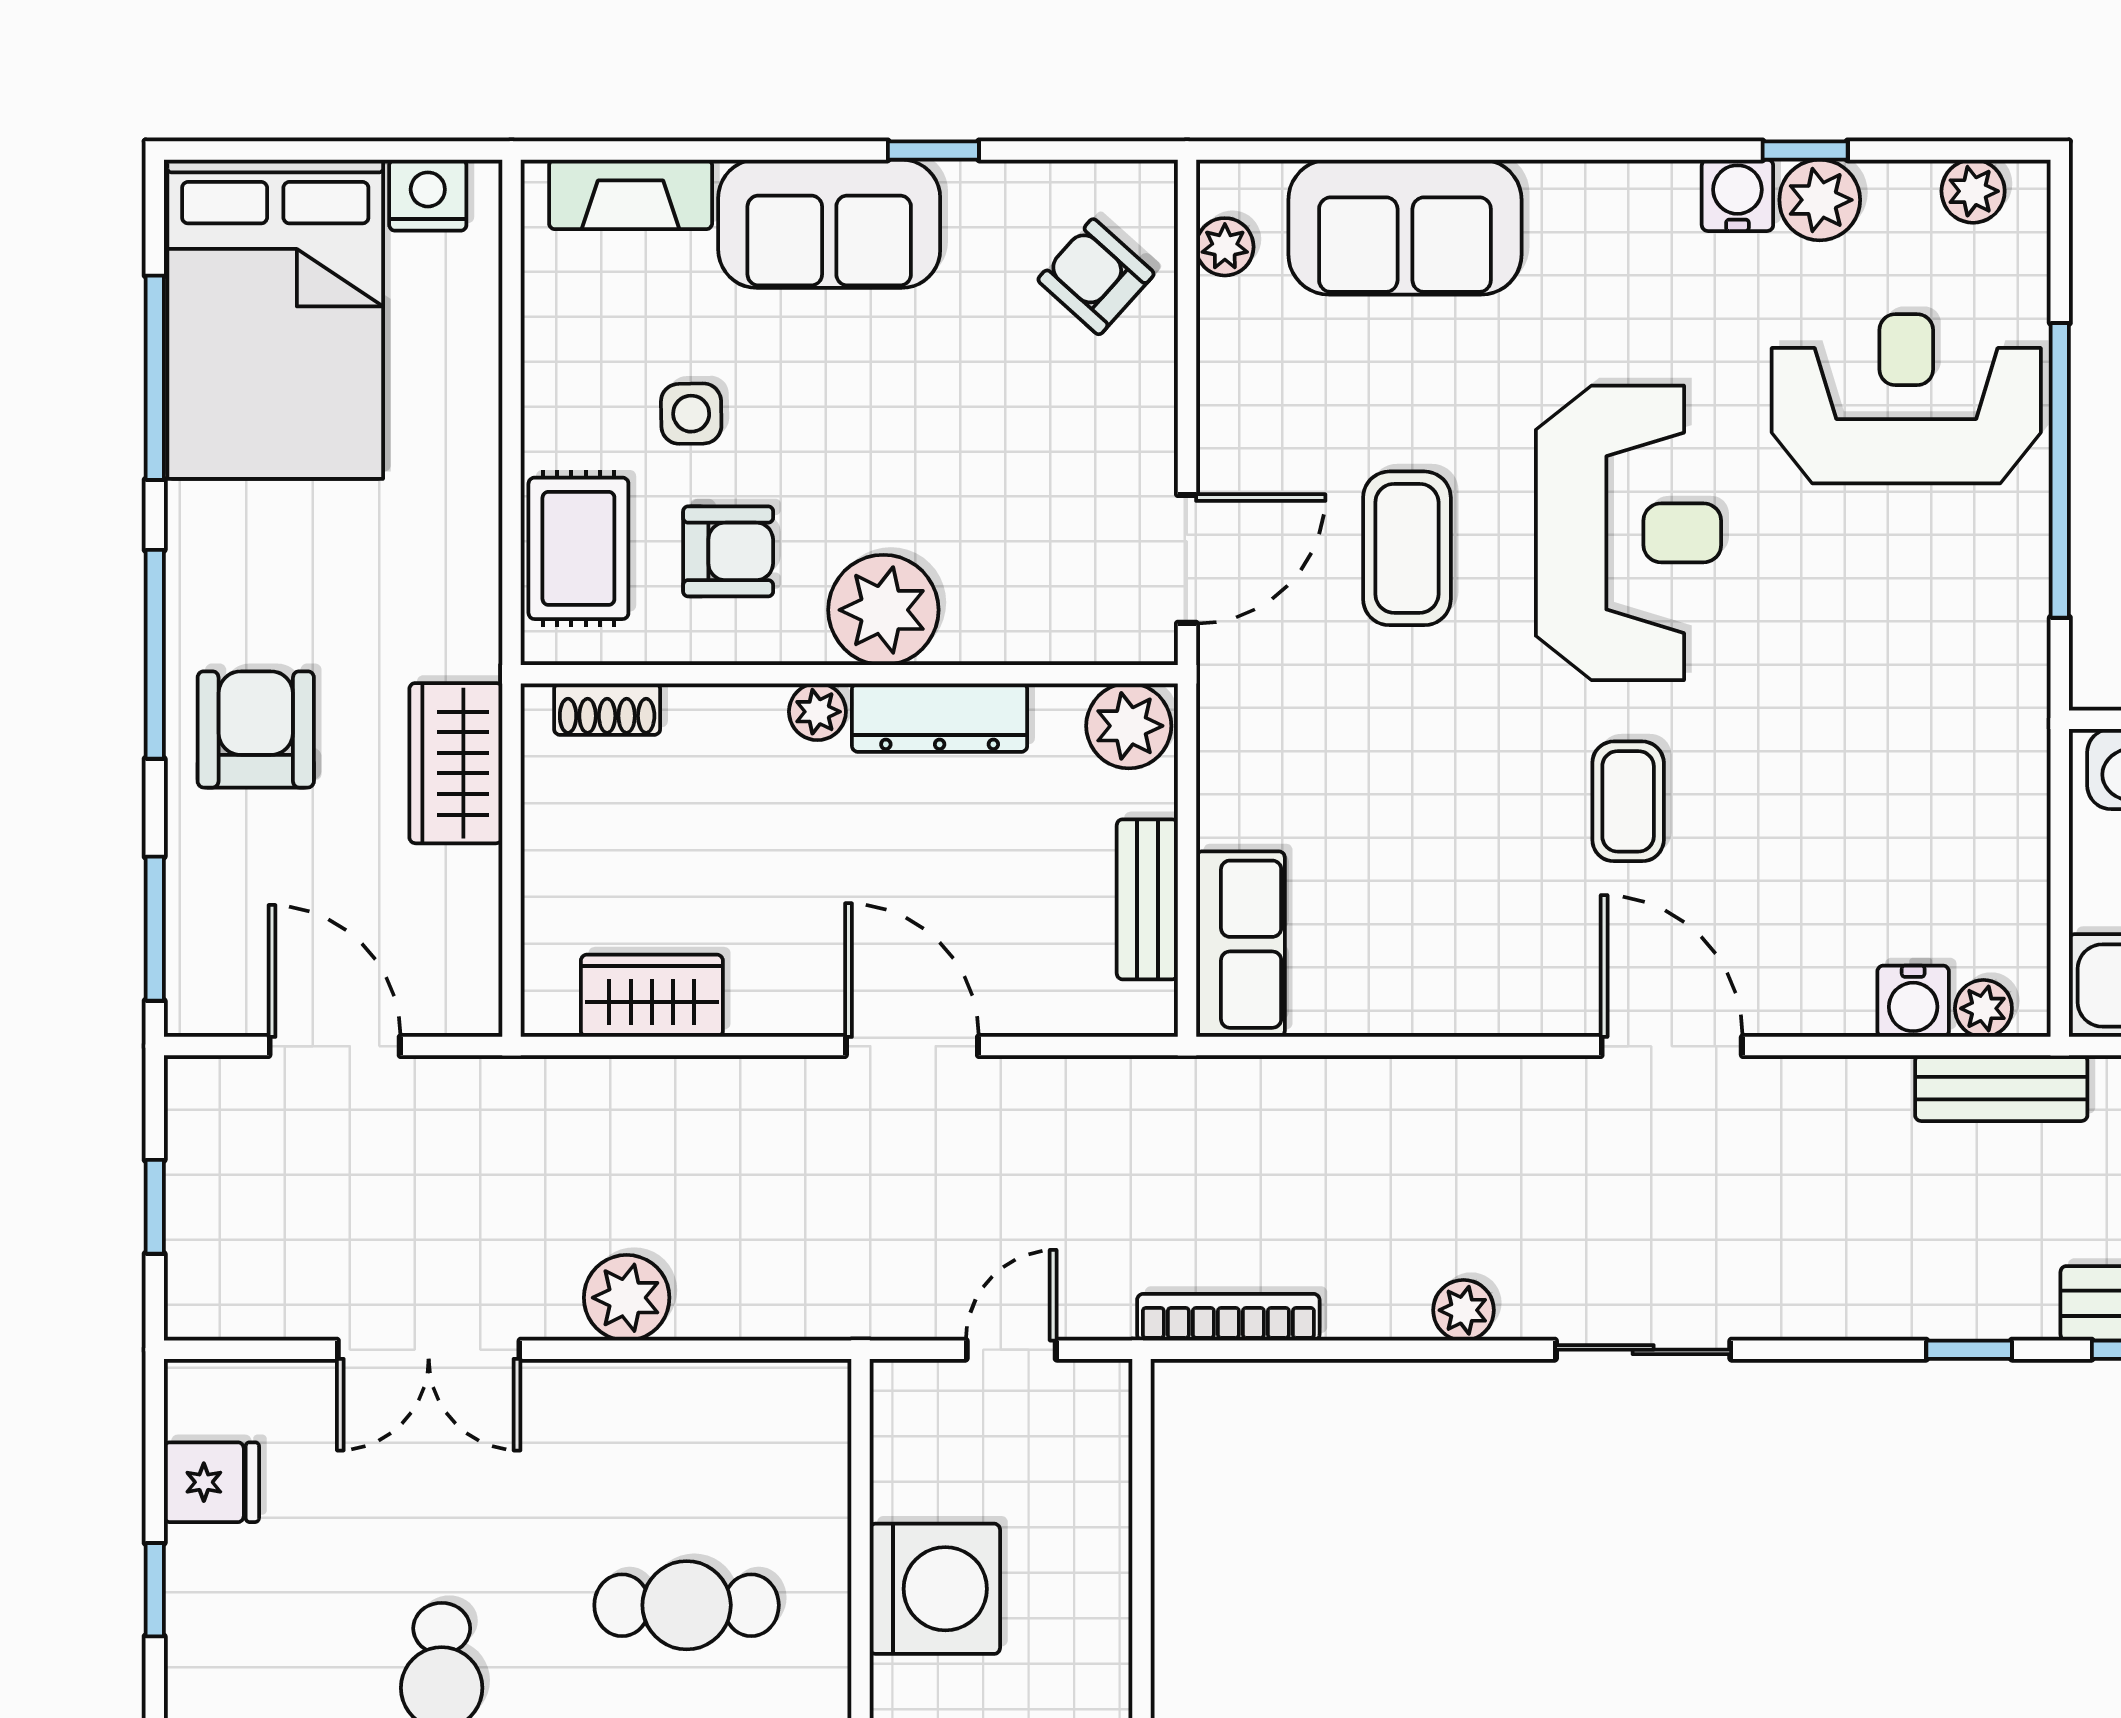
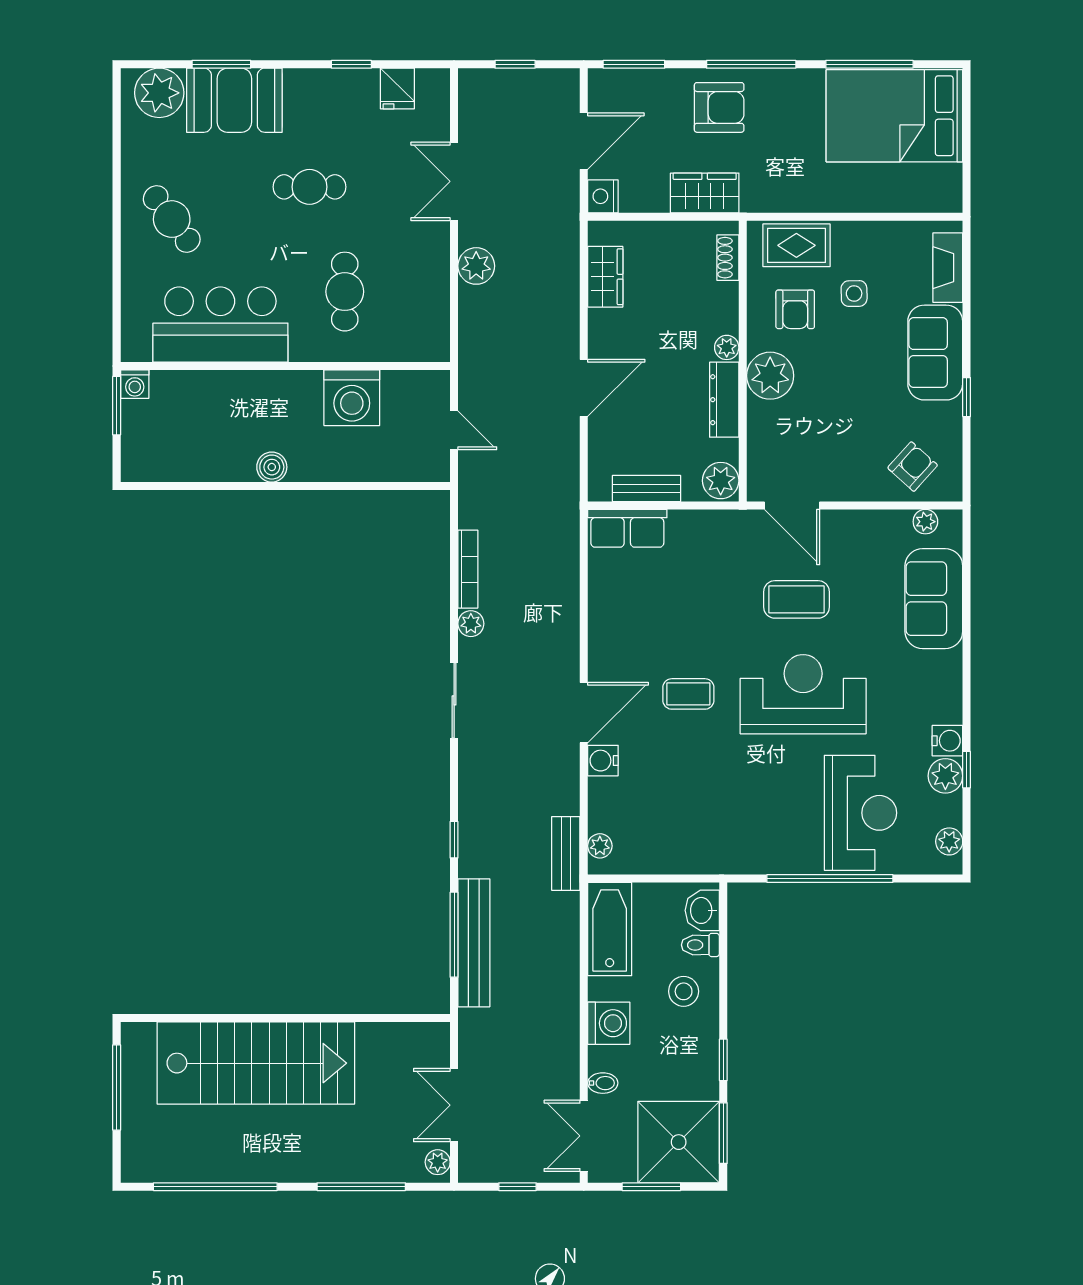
nightstand: (428, 195) -> (603, 196), moved, turned 180
reception desk: (1629, 533) -> (803, 694), turned 180
water cooler: (1913, 1001) -> (603, 761), moved
bookcase: (1228, 1317) -> (468, 569), moved

